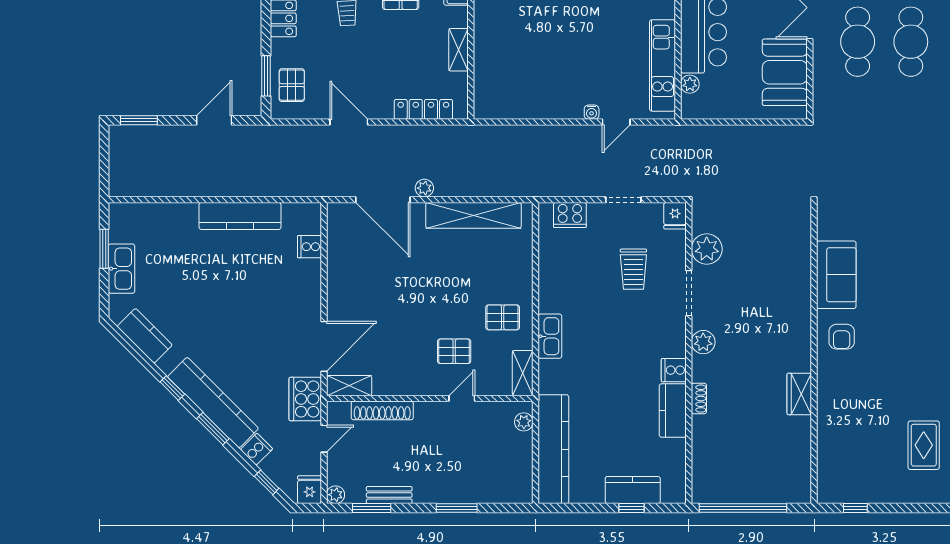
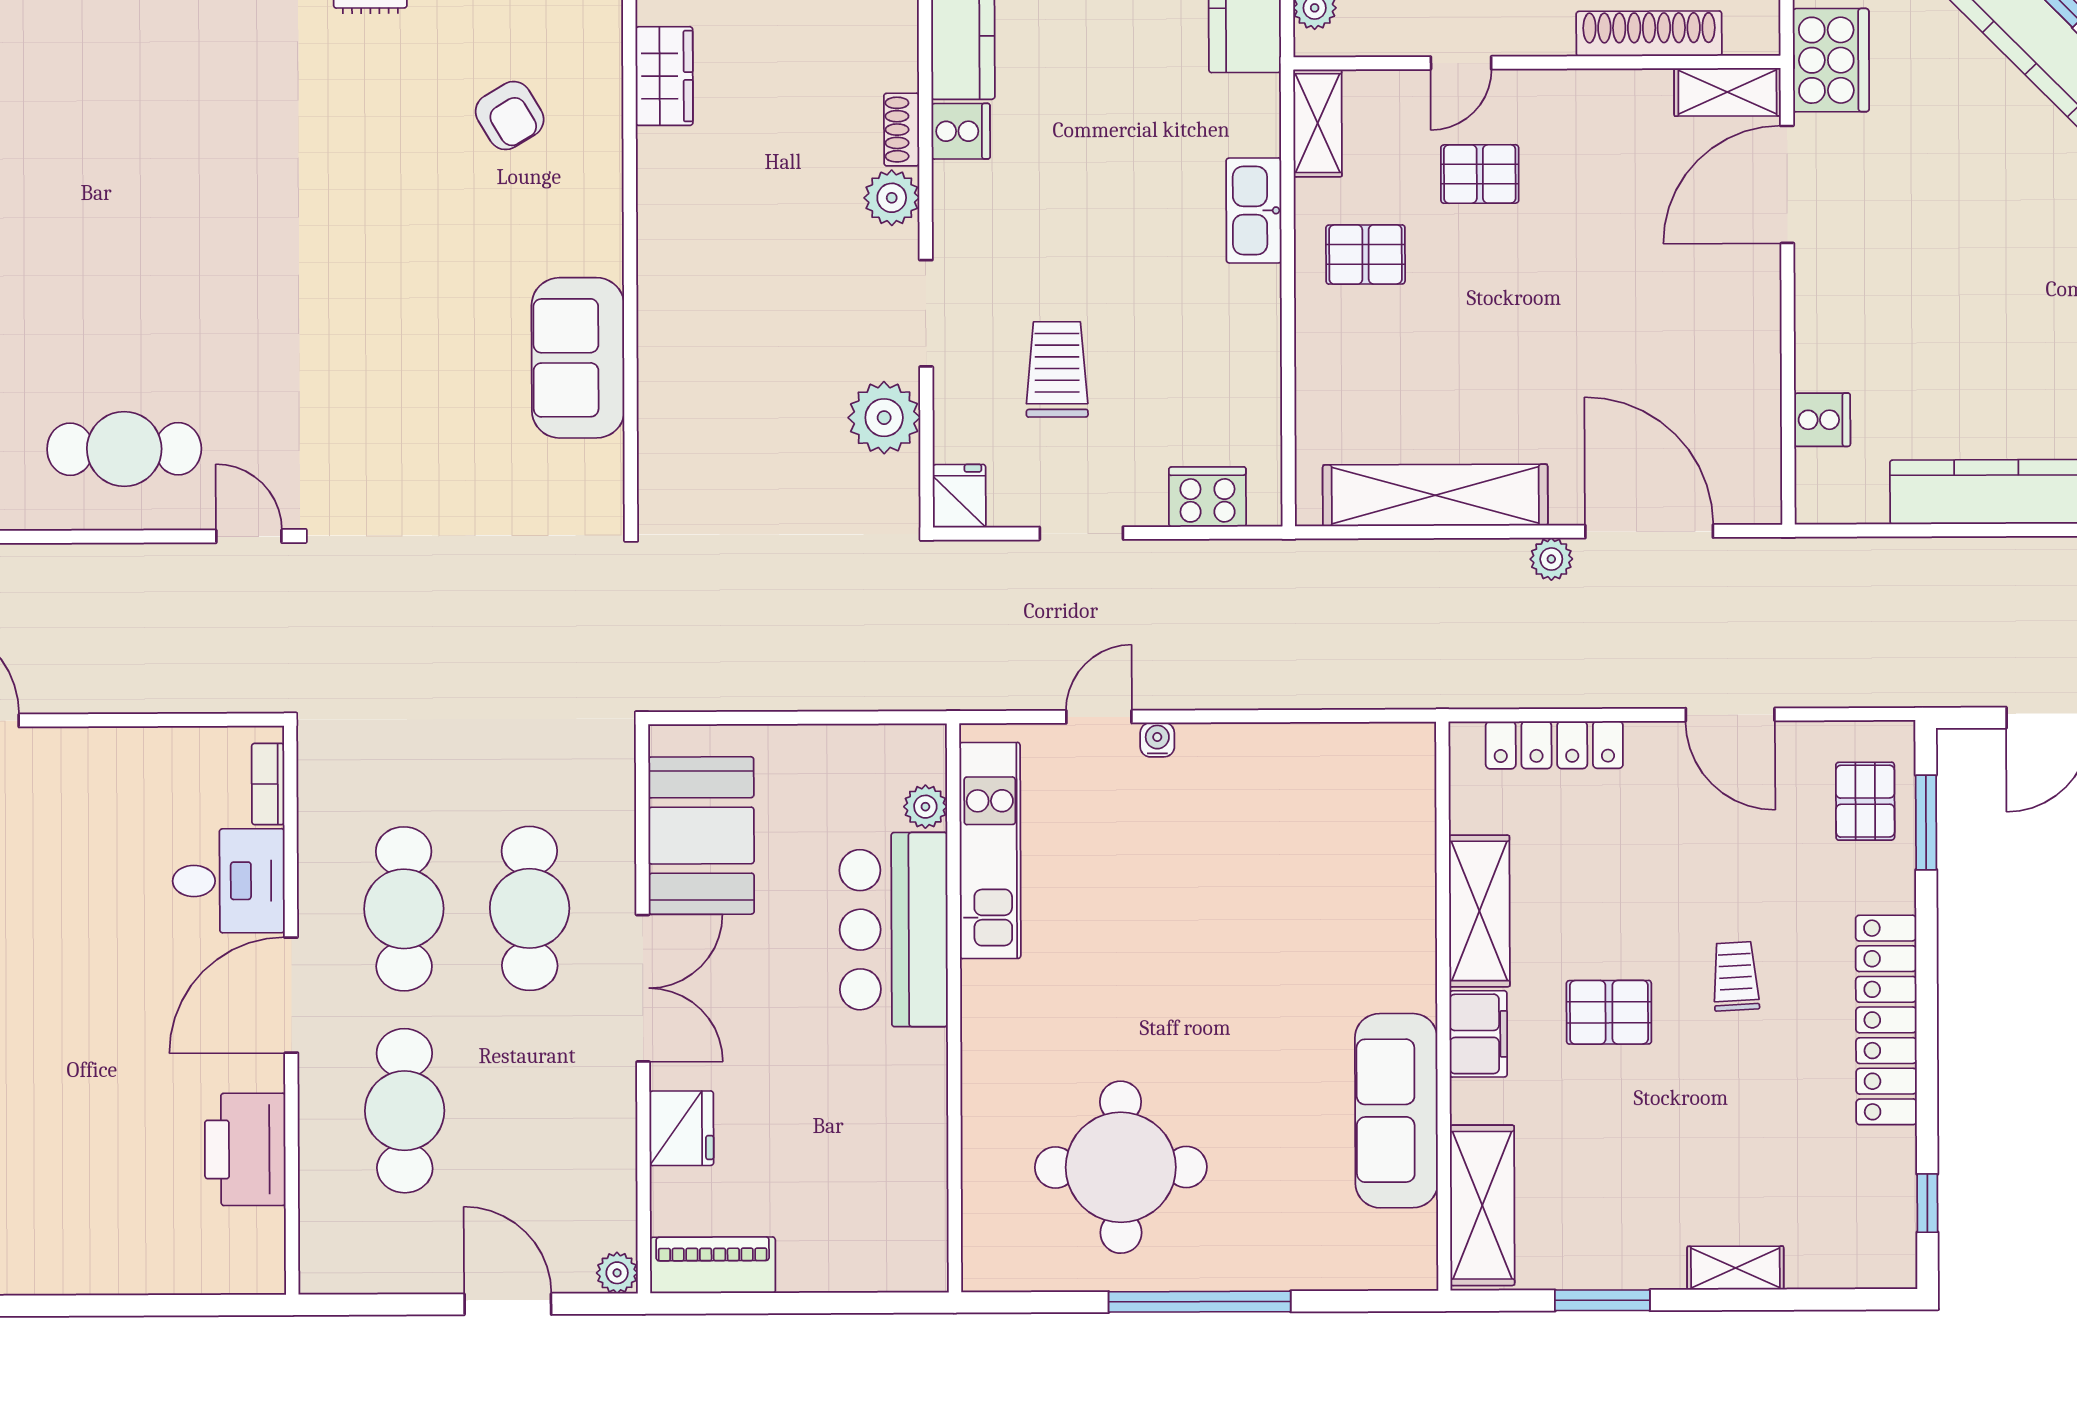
shelving: (459, 50) -> (1479, 911), width x1.50, depth x1.33
armchair: (842, 337) -> (510, 116), moved, turned 149
shoe rack: (699, 399) -> (902, 130), moved

